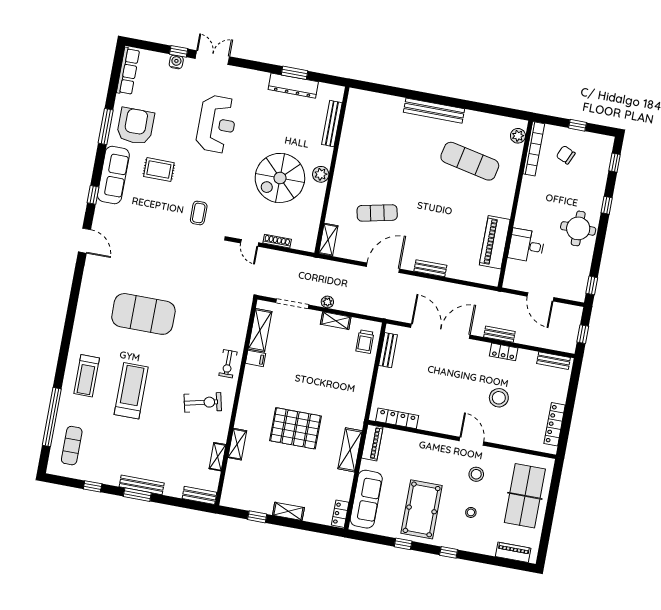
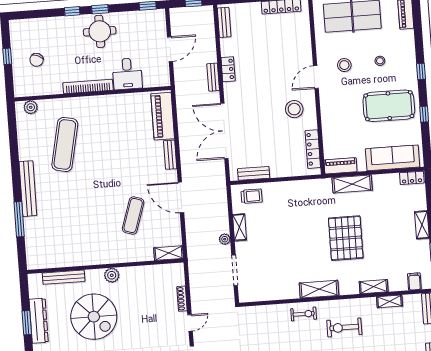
window: (404, 93) -> (19, 219), added
bookcase: (534, 149) -> (88, 86), moved
window: (615, 163) -> (100, 9), moved
spiral stairs: (280, 178) -> (94, 317), moved
exercise mat: (377, 213) -> (133, 216), turned 30
piano: (495, 242) -> (163, 116), moved, turned 90
shelving: (260, 330) -> (319, 289), moved
filing cabinet: (255, 358) -> (414, 281), moved
stool: (499, 398) -> (294, 109), moved
exercise bike: (203, 402) -> (344, 327), turned -77

